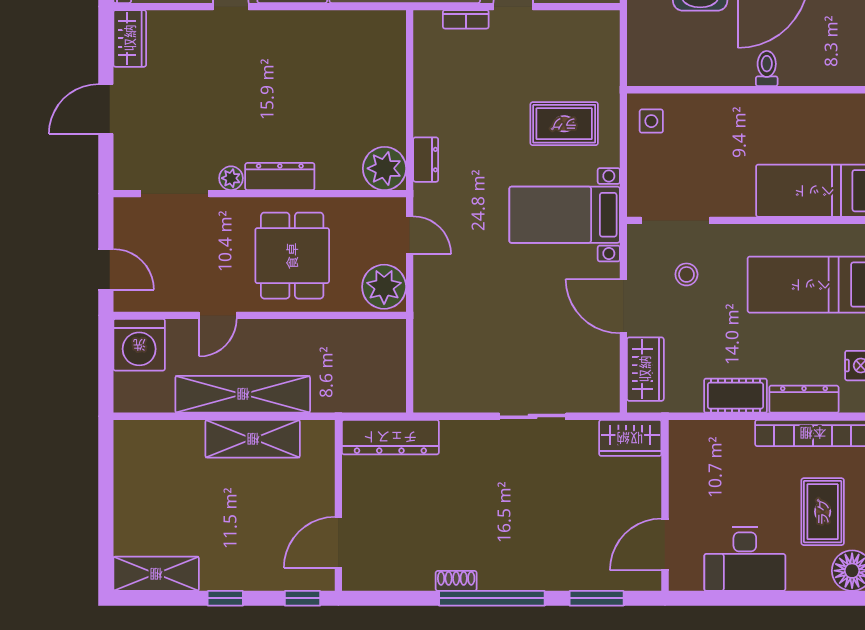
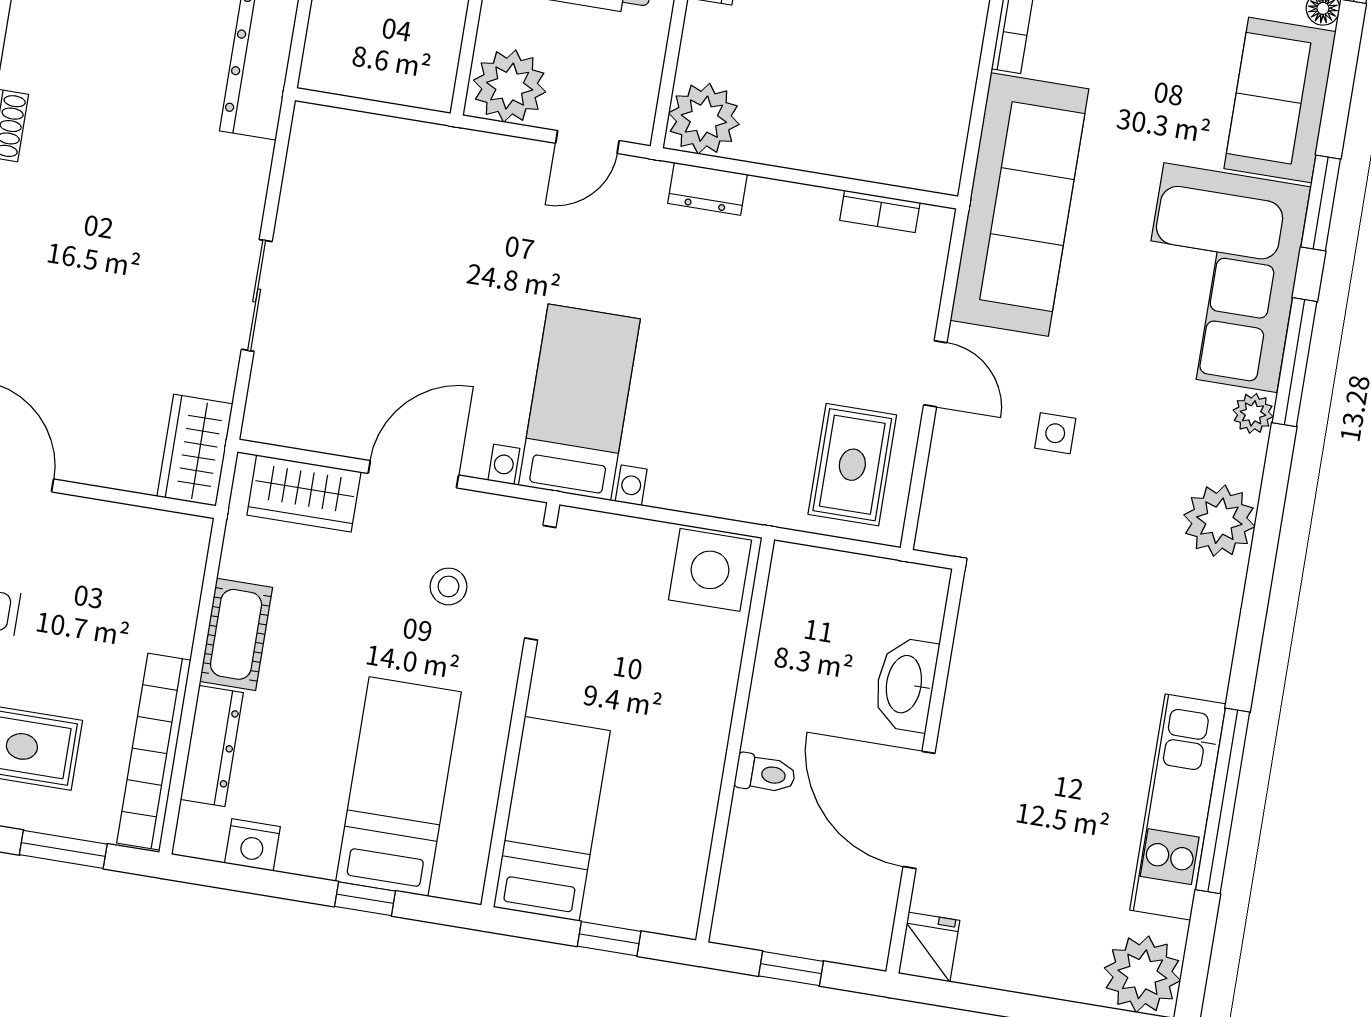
bookcase: (466, 19) -> (880, 211), moved, turned -90
side table: (651, 121) -> (710, 570), width x1.87, depth x1.87
rug: (564, 124) -> (852, 465), moved

